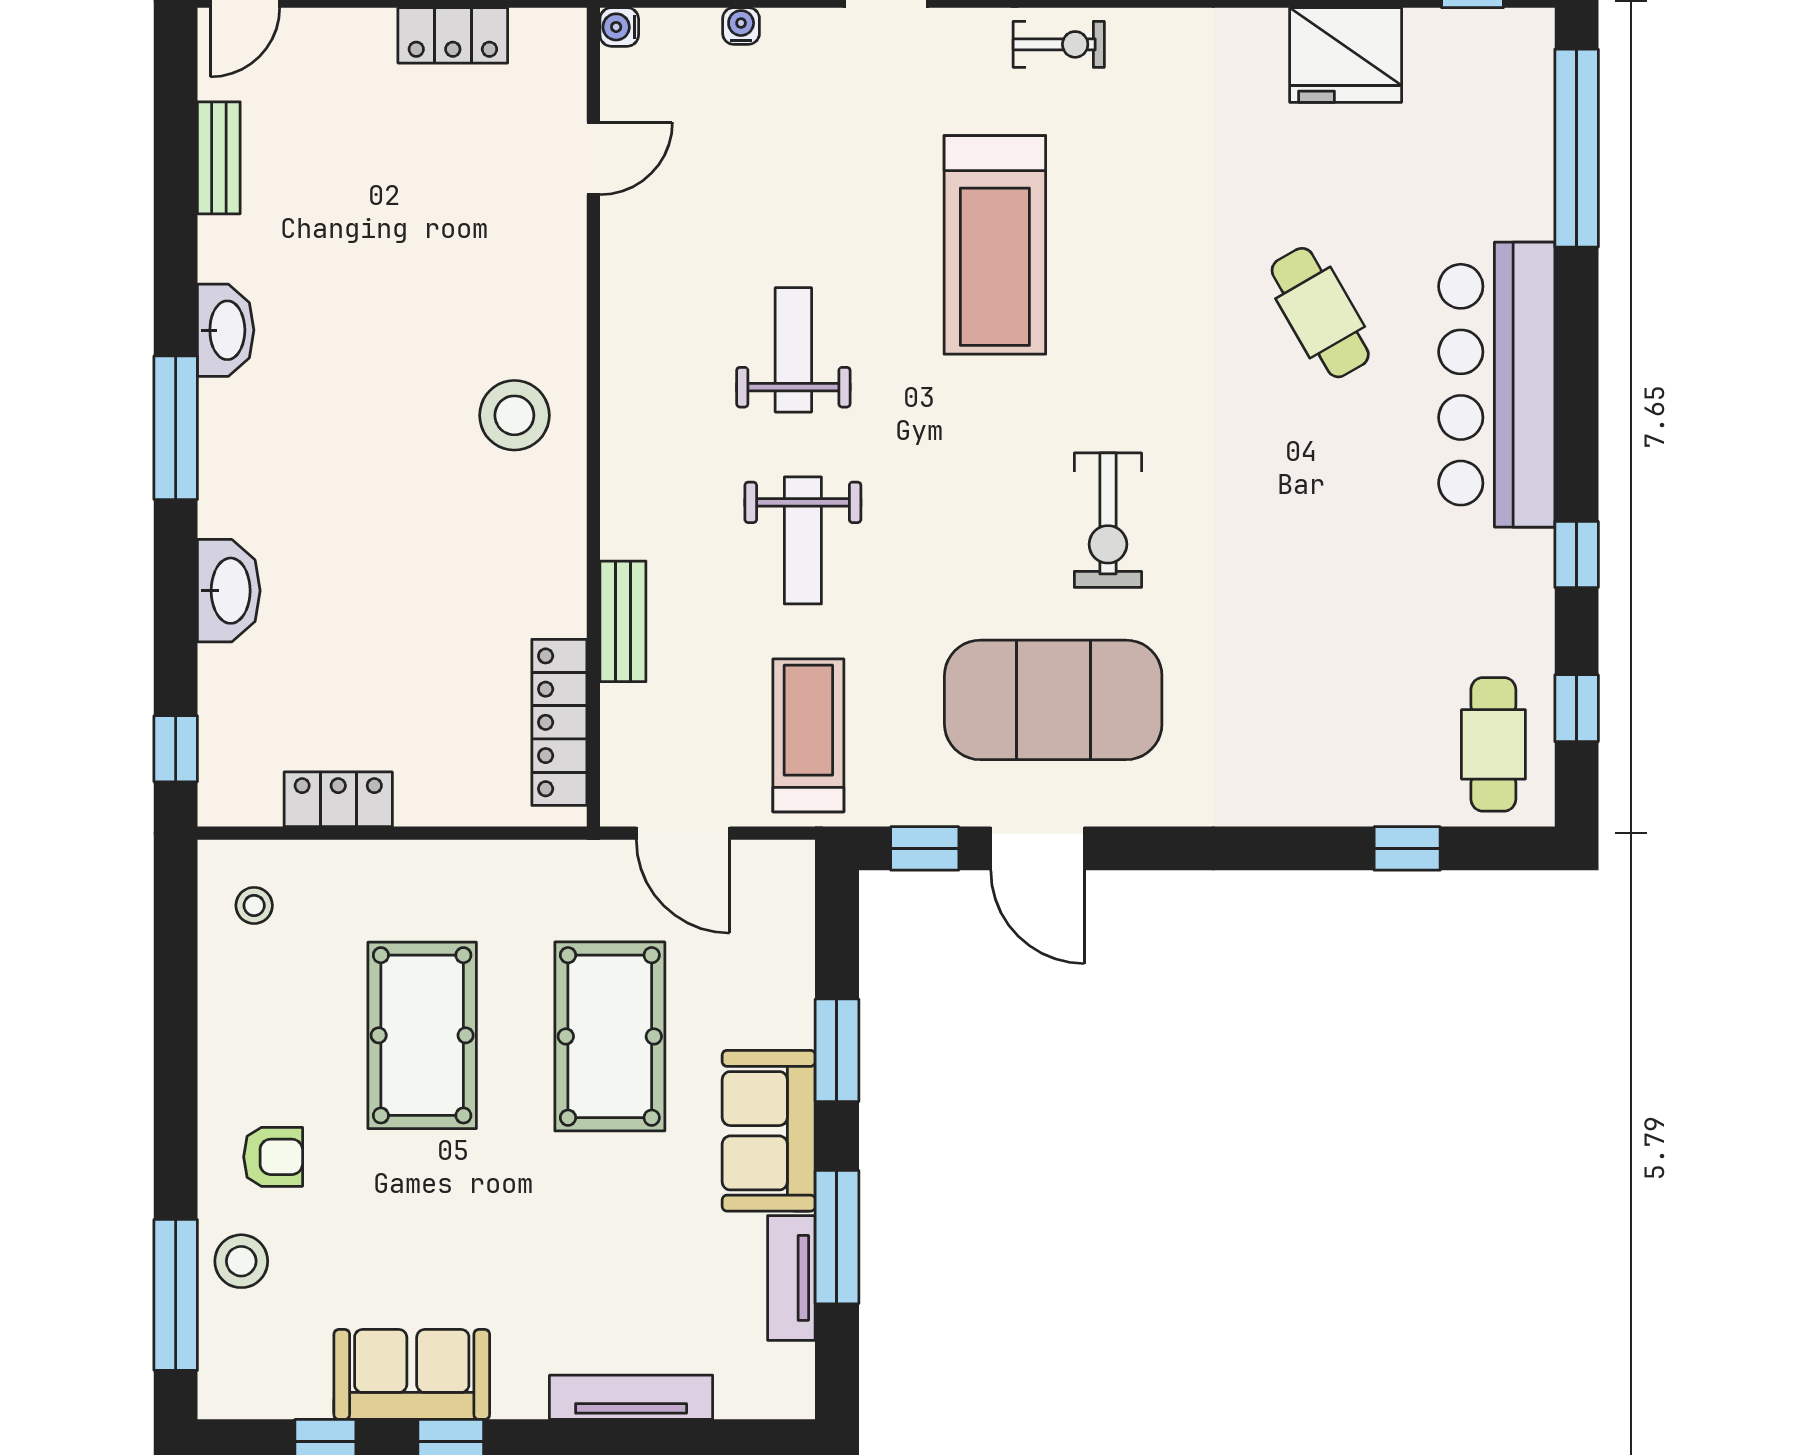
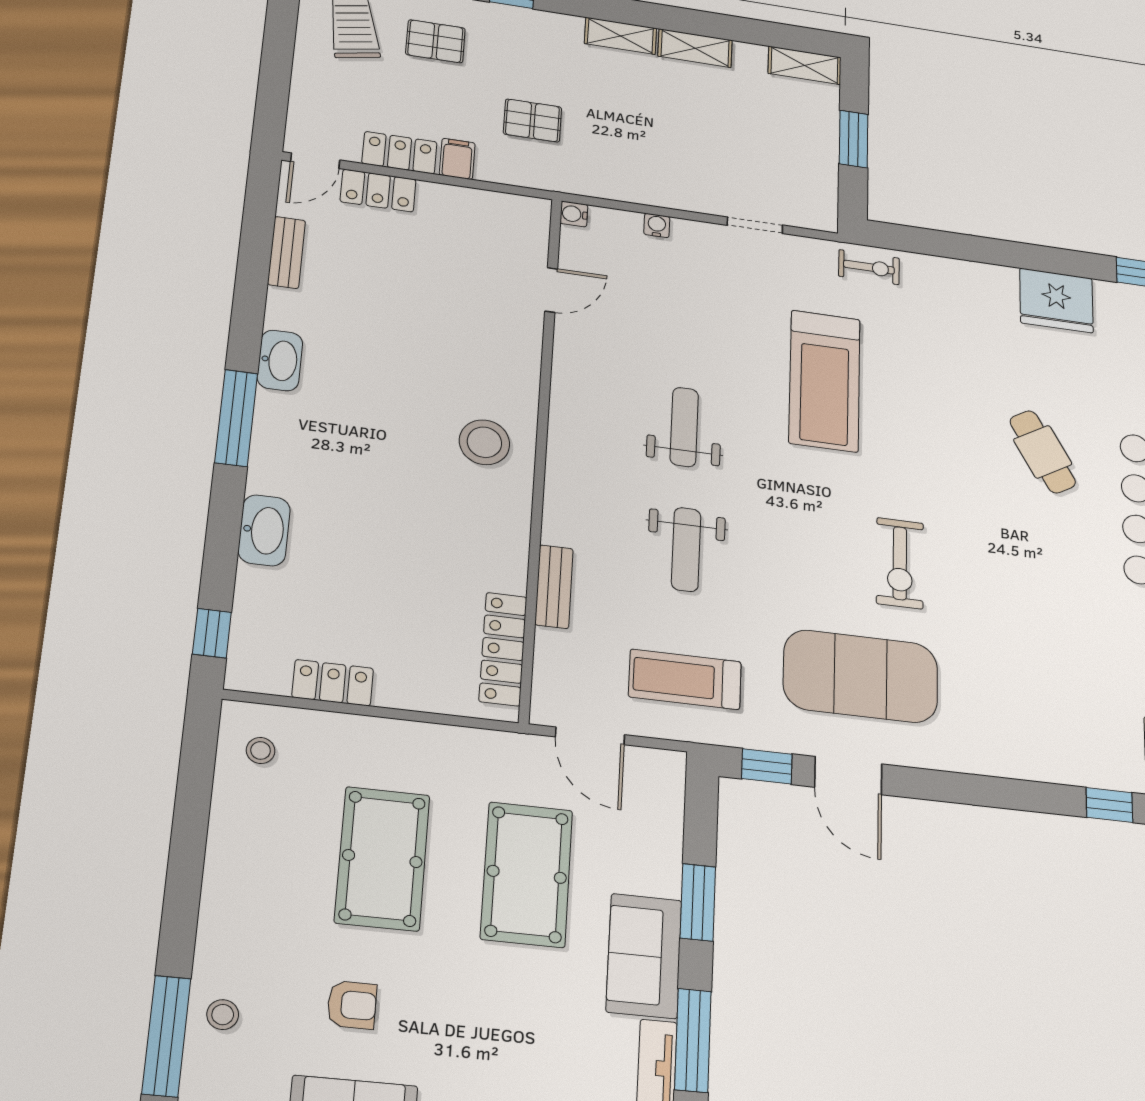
locker: (453, 35) -> (378, 191), moved
treadmill: (808, 735) -> (685, 679), turned -90
armchair: (273, 1157) -> (352, 1005), moved
stool: (241, 1261) -> (223, 1015), width x0.73, depth x0.73

